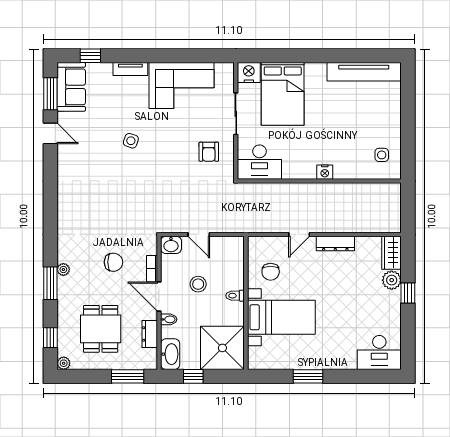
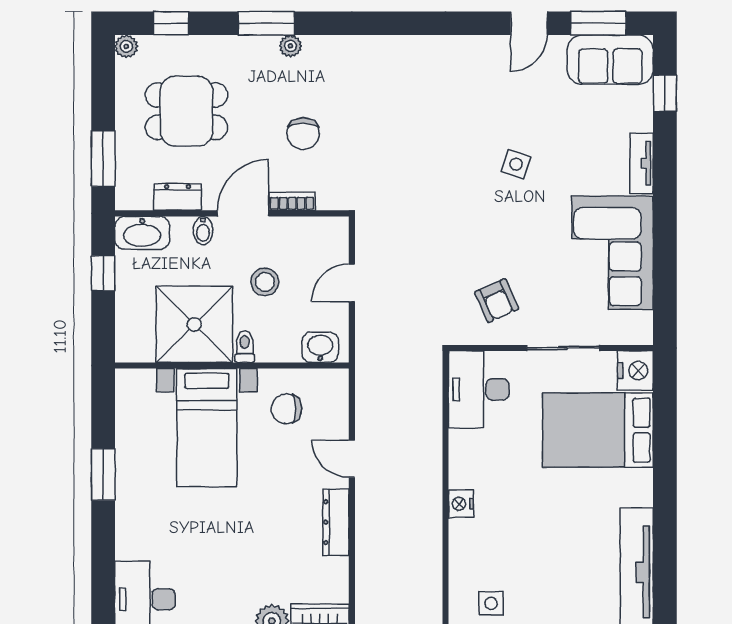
armchair: (209, 152) -> (497, 301), turned -114
washbasin: (171, 245) -> (320, 347), moved, turned 90
shower: (222, 348) -> (194, 324), moved

